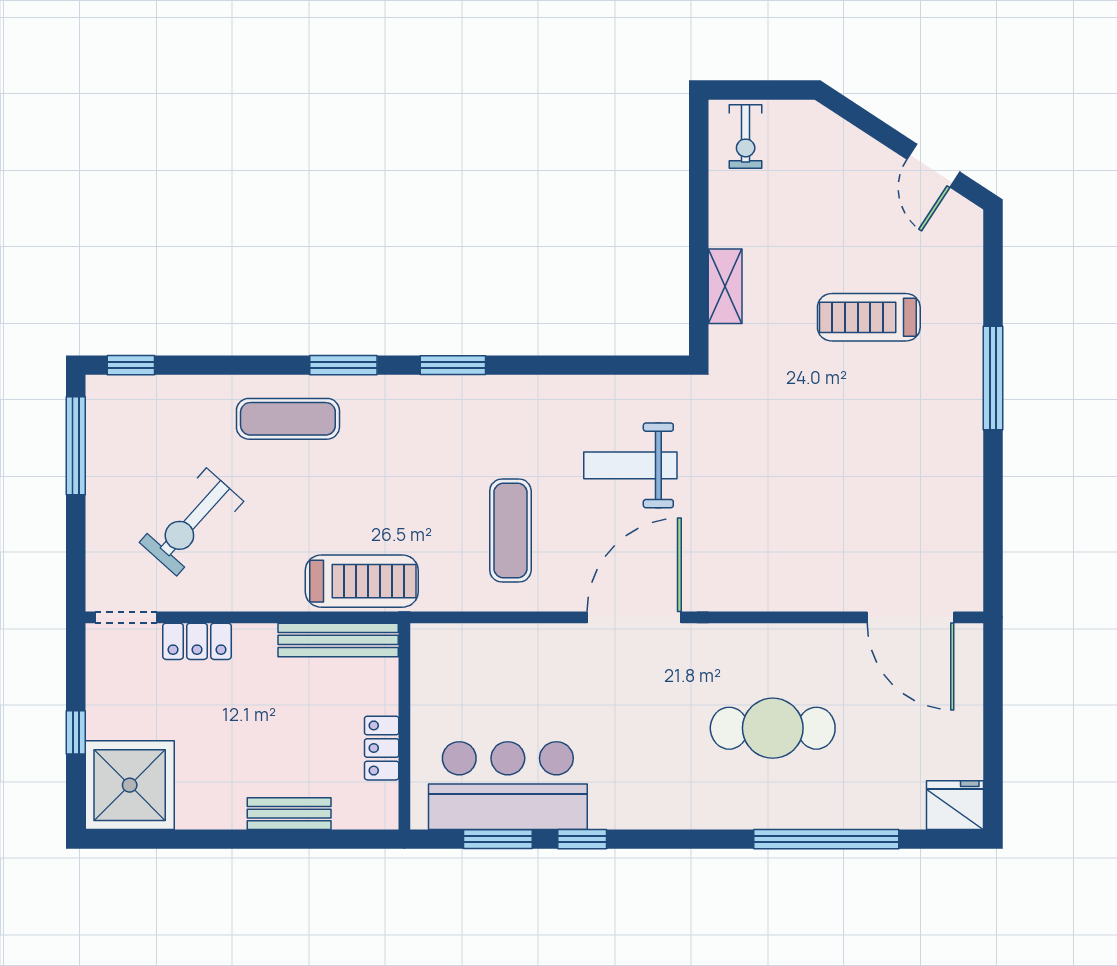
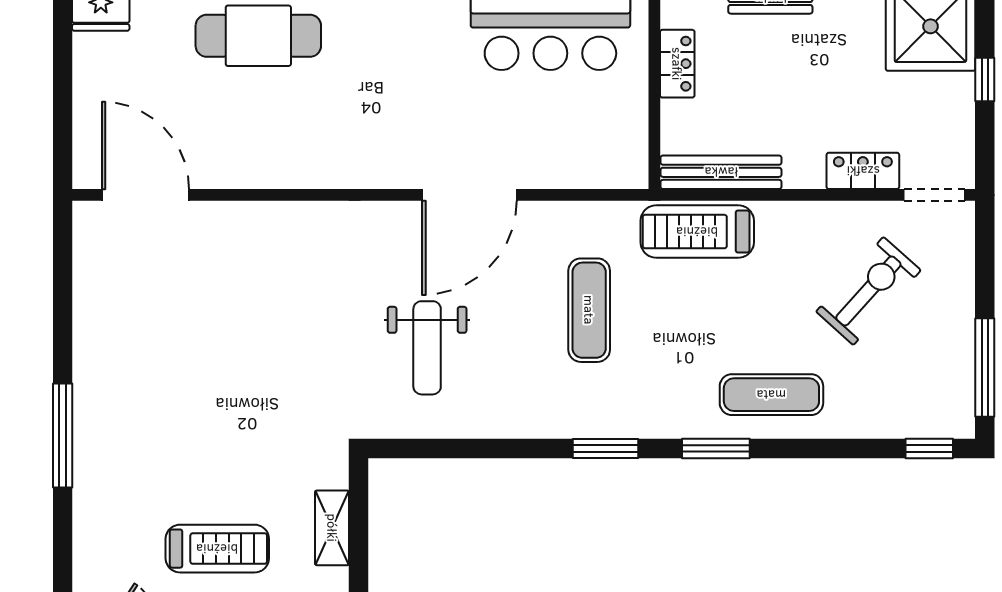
treadmill: (869, 317) -> (217, 549), moved
weight bench: (630, 465) -> (427, 348), turned 90
exercise mat: (510, 531) -> (589, 310), moved
door: (634, 617) -> (469, 195), moved
cafe table: (773, 728) -> (258, 36), moved

